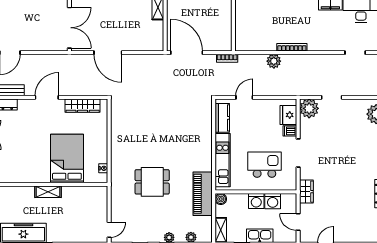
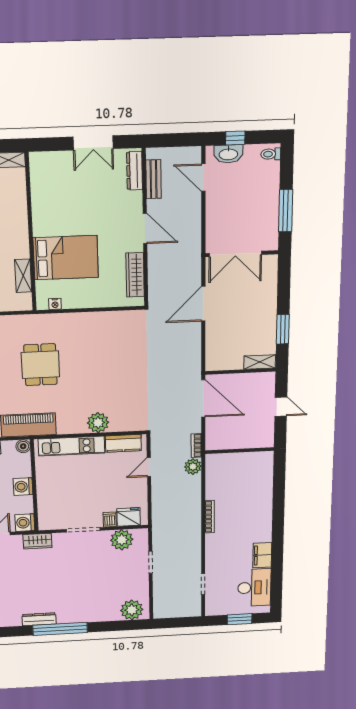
door: (187, 53) -> (203, 398), hinge flipped
plant: (274, 61) -> (193, 467), moved
door: (244, 97) -> (149, 467), swing flipped
plant: (309, 108) -> (122, 540), moved
plant: (203, 138) -> (98, 423), added
kitchen island: (264, 165) -> (68, 494), removed
shelving: (48, 192) -> (23, 276), moved
washing machine: (273, 201) -> (25, 523), moved

